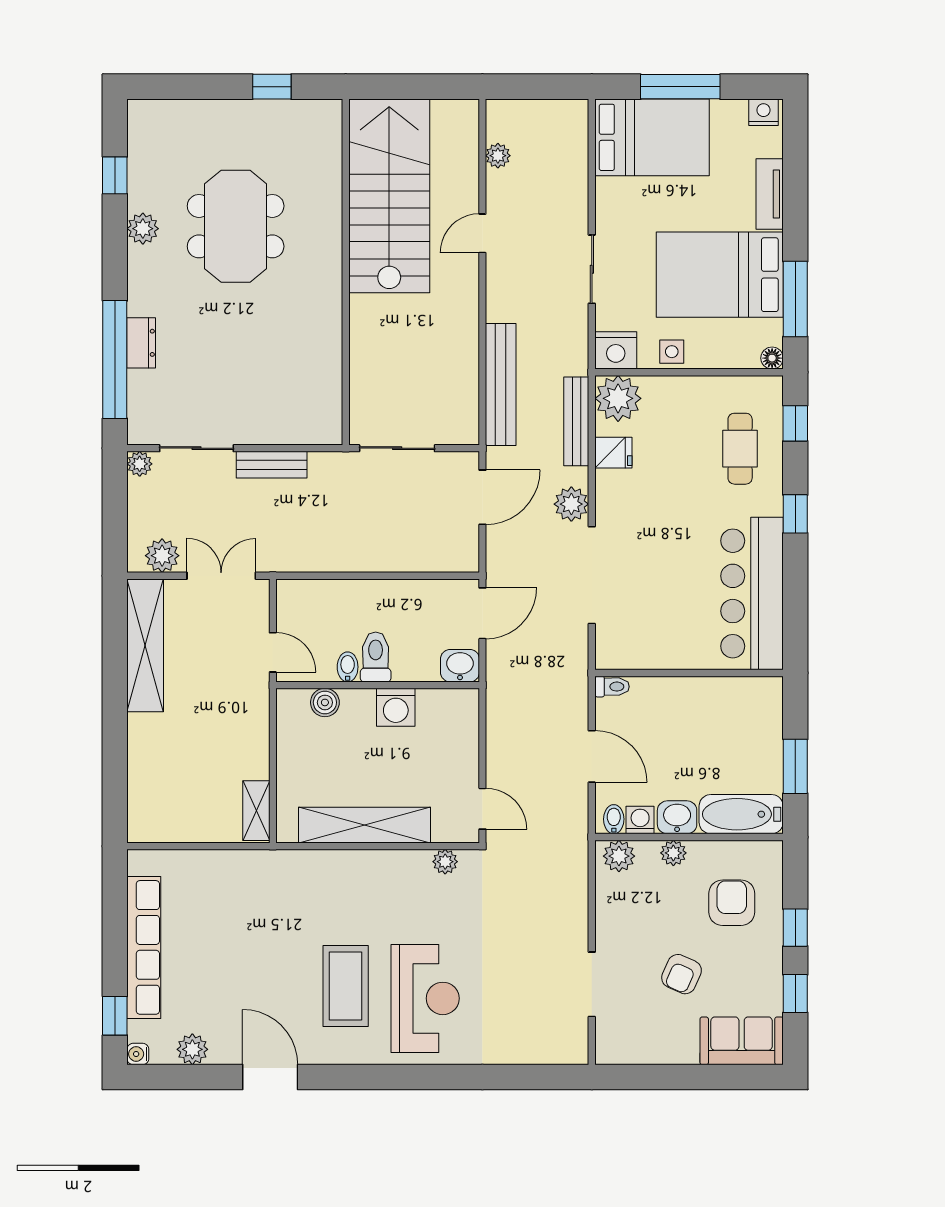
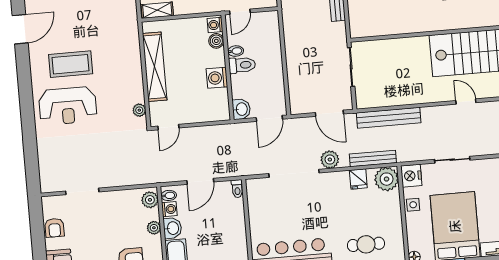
door: (482, 613) -> (269, 118), hinge flipped
washing machine: (294, 702) -> (215, 25), added
armchair: (682, 974) -> (54, 228), moved, turned -114

